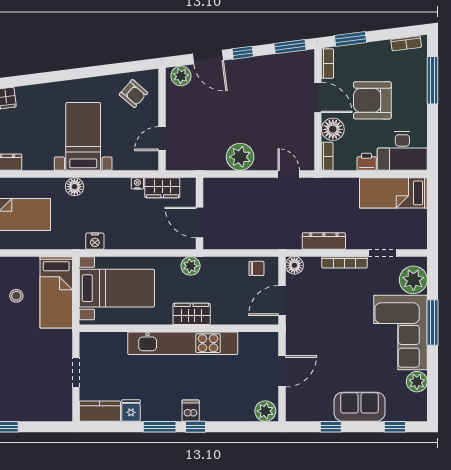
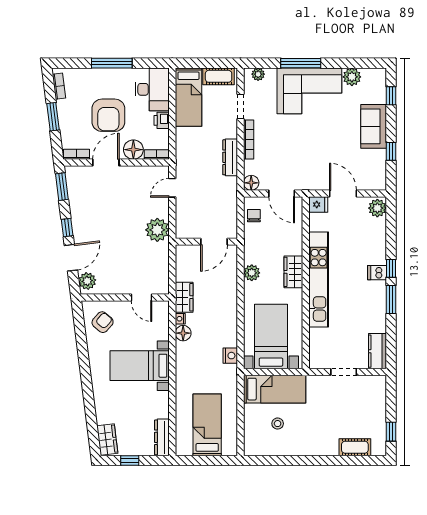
window: (350, 39) -> (53, 117), moved
window: (433, 80) -> (112, 63), moved
floor lamp: (74, 187) -> (183, 333), moved
wall: (200, 213) -> (206, 242), moved
door: (200, 222) -> (214, 242), moved
cot: (417, 228) -> (219, 76), added
plant: (413, 280) -> (258, 74), width x0.53, depth x0.53
fridge: (131, 411) -> (318, 205), moved, turned 180

